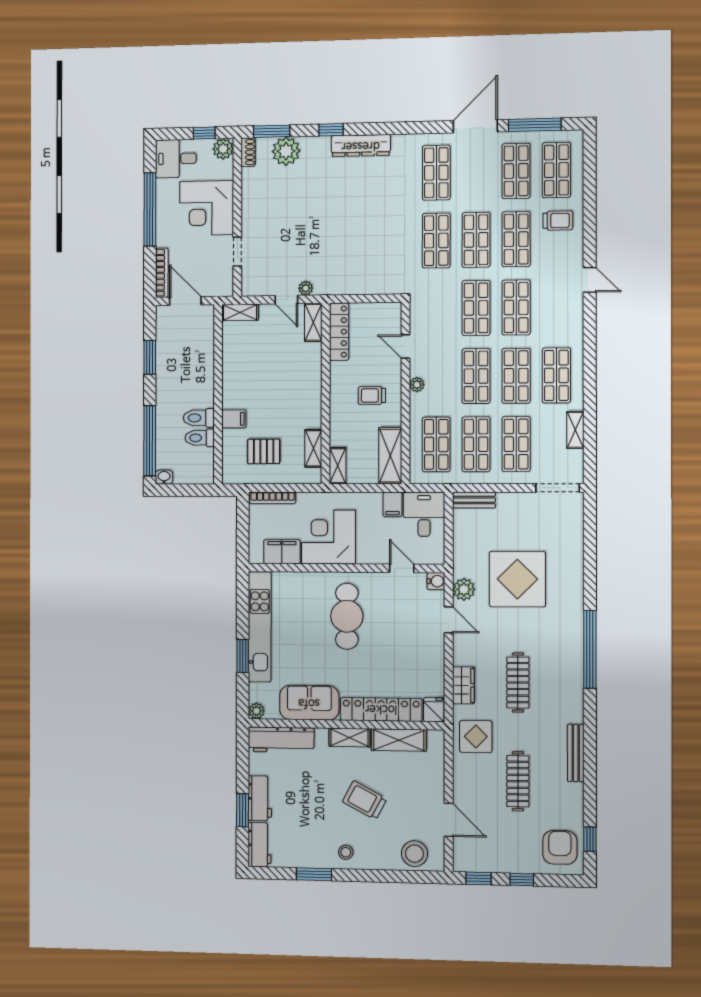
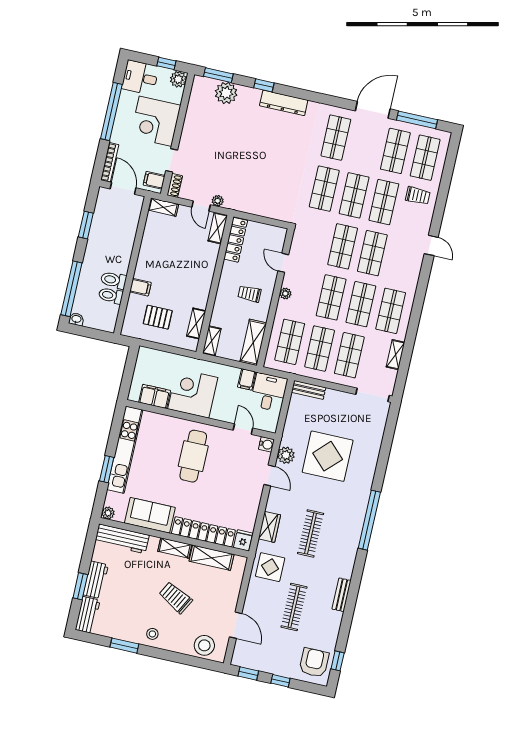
shoe rack: (248, 152) -> (175, 185), moved
filing cabinet: (221, 282) -> (154, 180), added
bookcase: (273, 498) -> (157, 354), removed
bench: (576, 753) -> (342, 595), width x0.73

